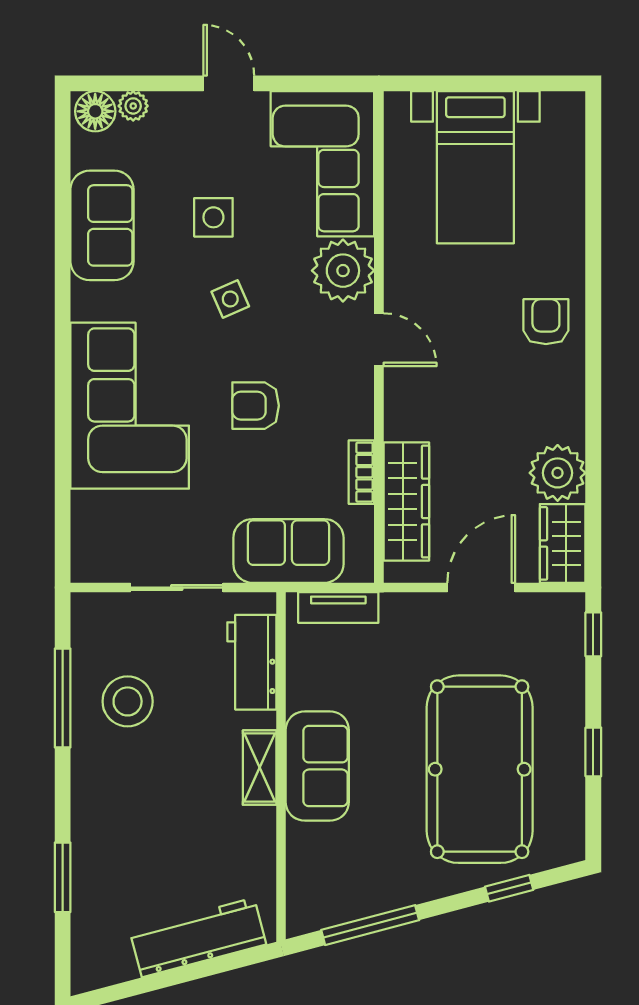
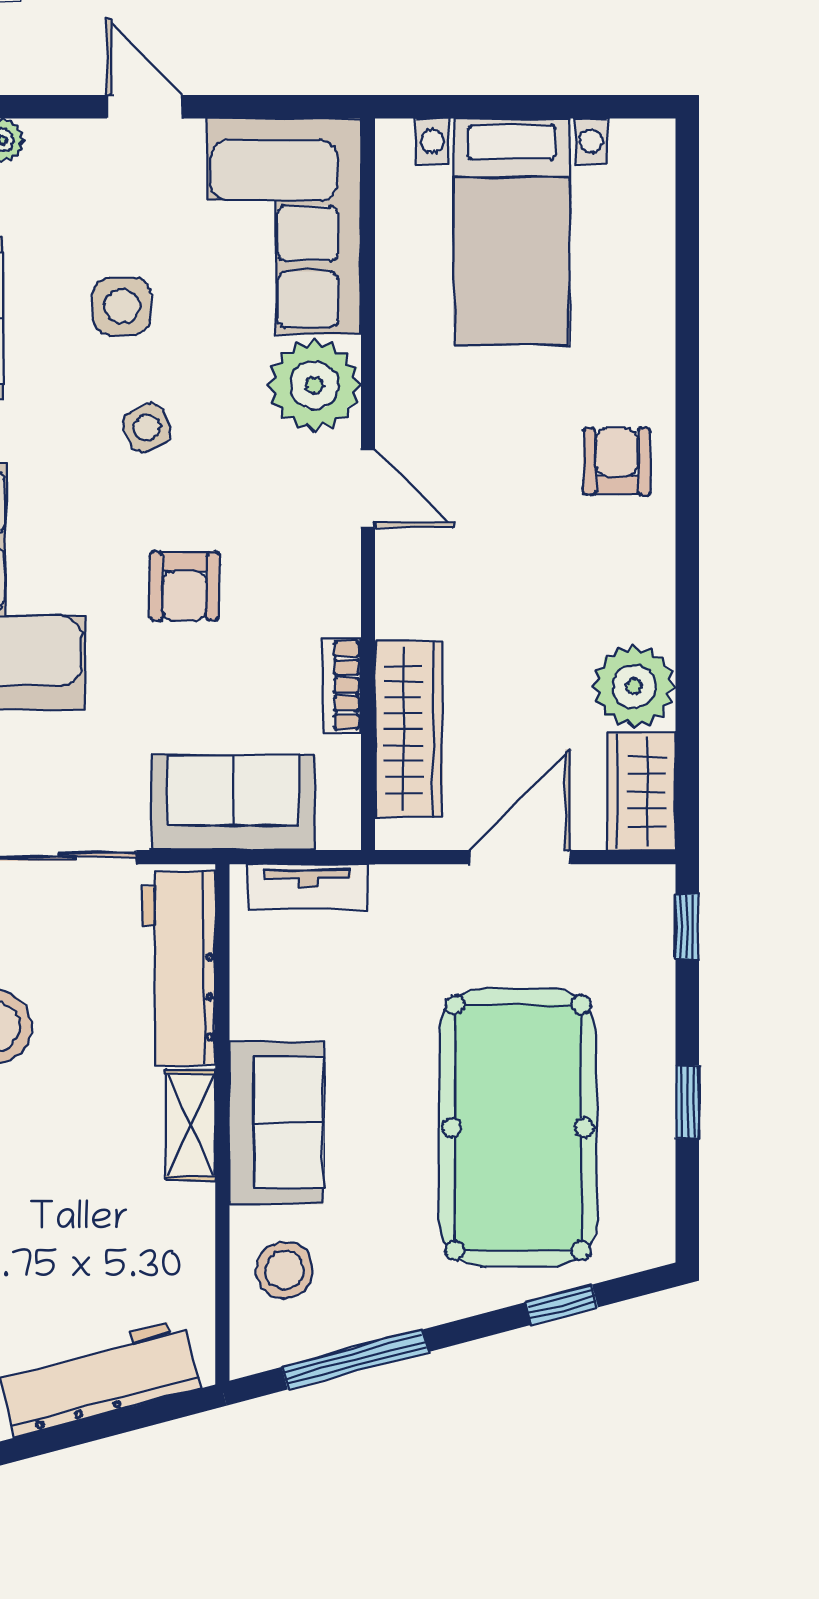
armchair: (256, 406) -> (184, 586), turned -90
workbench: (252, 662) -> (179, 968), width x1.38
stool: (323, 865) -> (285, 1270), added

